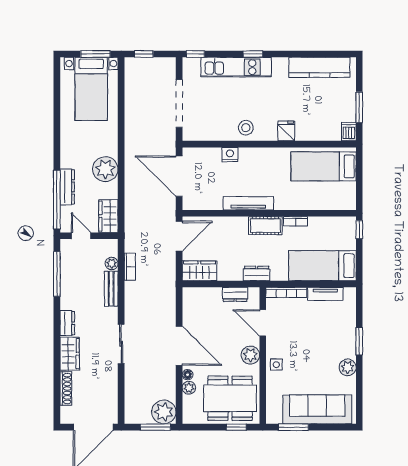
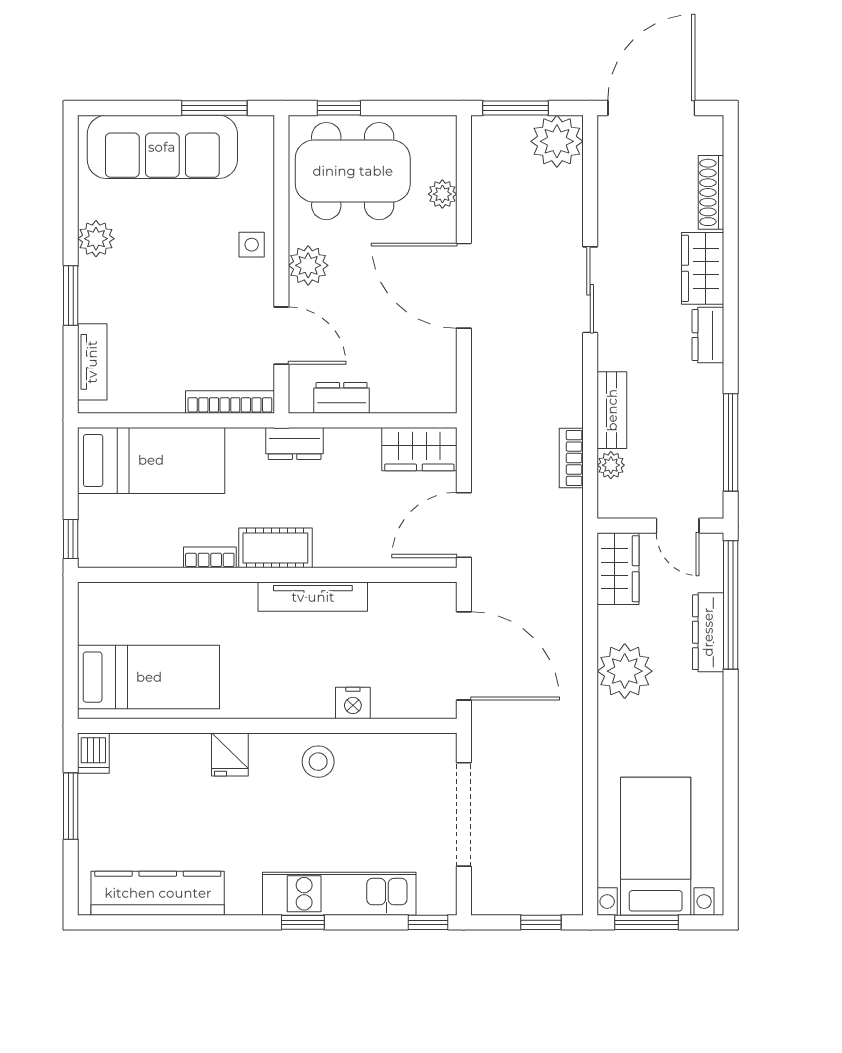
tv unit: (325, 294) -> (92, 362), moved, turned 90
floor lamp: (188, 375) -> (445, 223), removed
plant: (164, 412) -> (557, 141), moved

